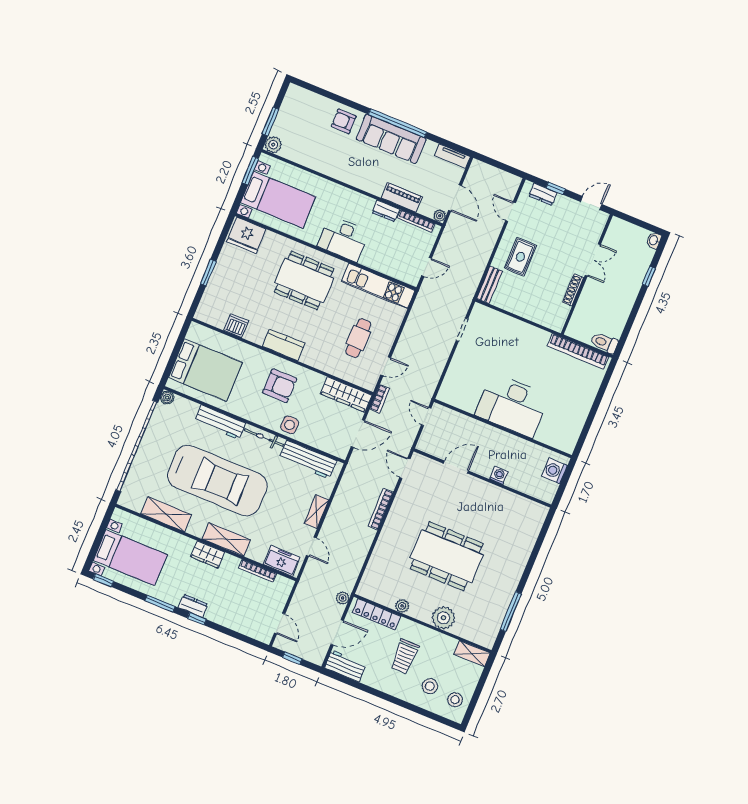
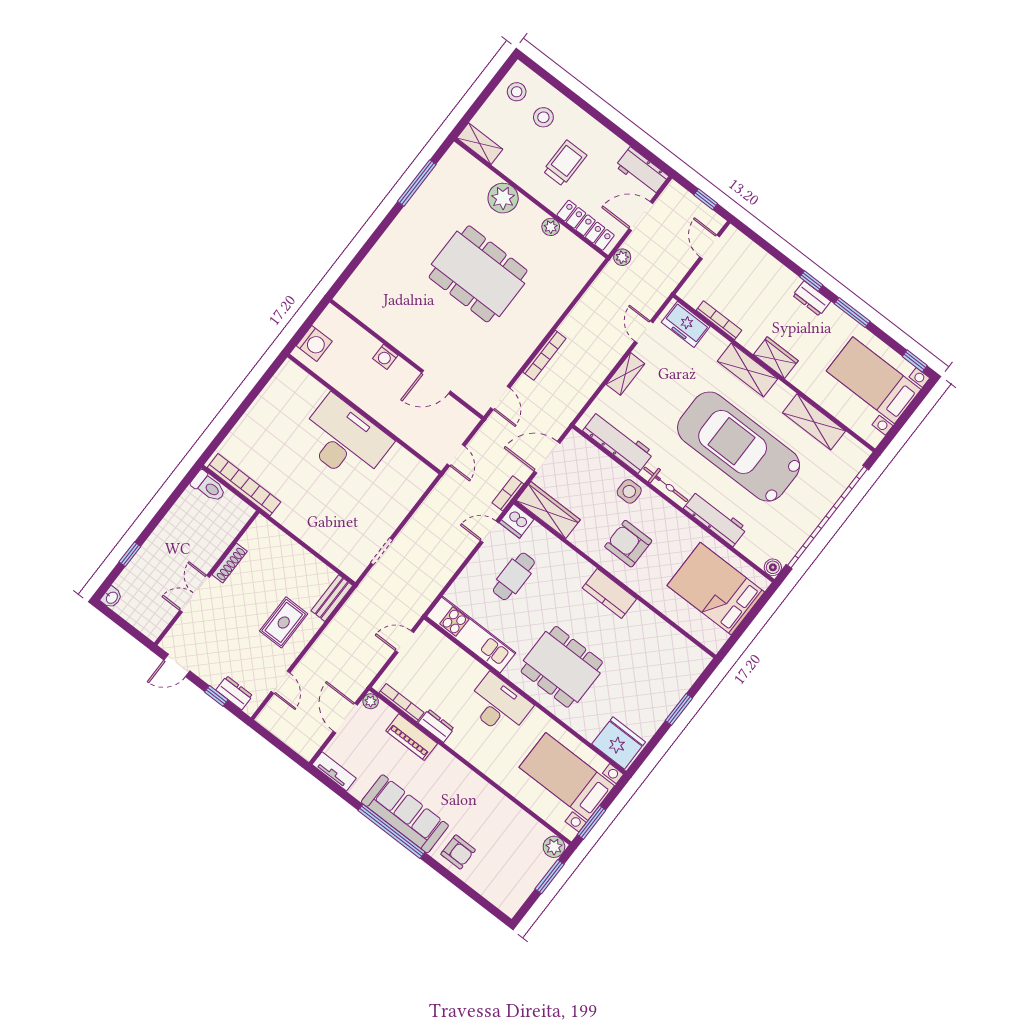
dishwasher: (236, 326) -> (516, 521), moved

